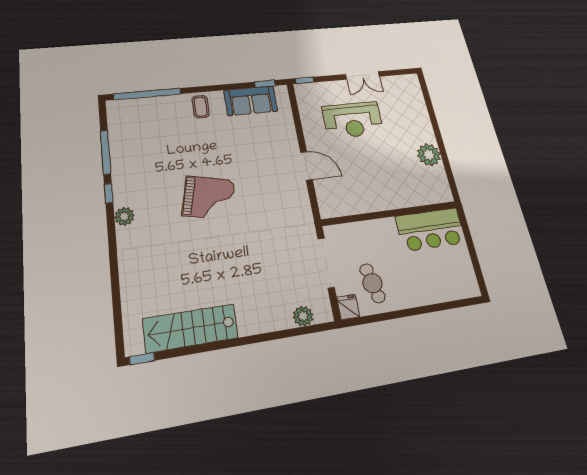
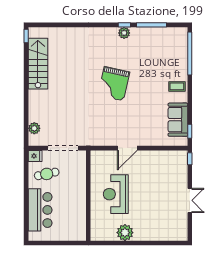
double door: (362, 75) -> (190, 200), swing flipped
reception desk: (353, 120) -> (116, 194), moved
plant: (124, 216) -> (124, 33), moved
bar counter: (431, 229) -> (40, 210), moved, turned 180

